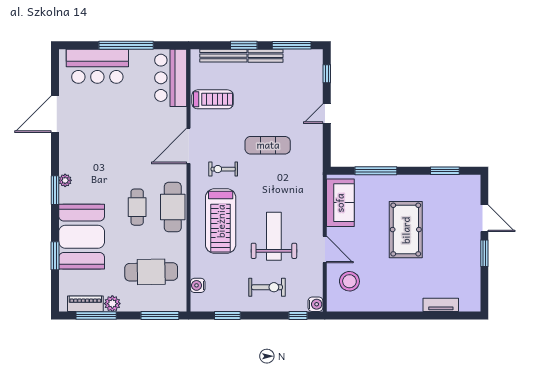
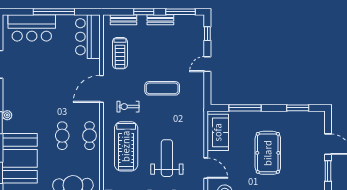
bench: (223, 56) -> (123, 20), width x0.73
treadmill: (213, 99) -> (120, 53), turned 90
cafe table: (173, 207) -> (89, 136), width x0.73, depth x0.74

